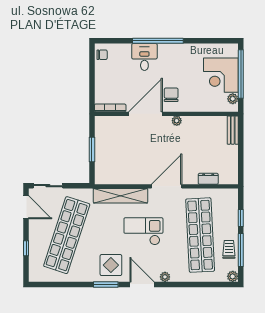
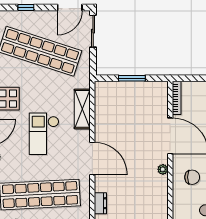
chair: (171, 95) -> (192, 177), moved
shelving: (120, 196) -> (82, 109), width x0.68
checkout: (143, 231) -> (44, 134), turned 180

